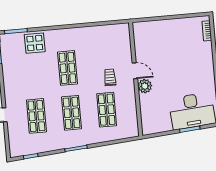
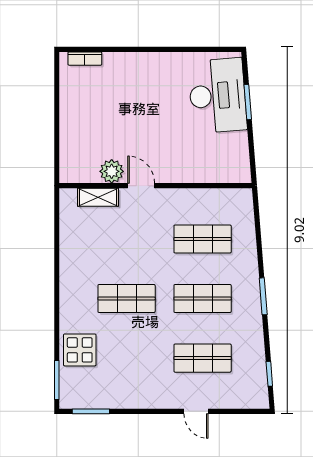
shelving: (126, 46) -> (98, 197), added
door: (135, 71) -> (141, 186), hinge flipped
trolley: (110, 77) -> (149, 229), removed
plant: (145, 86) -> (112, 171), moved

